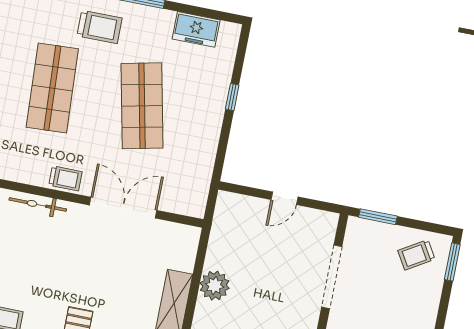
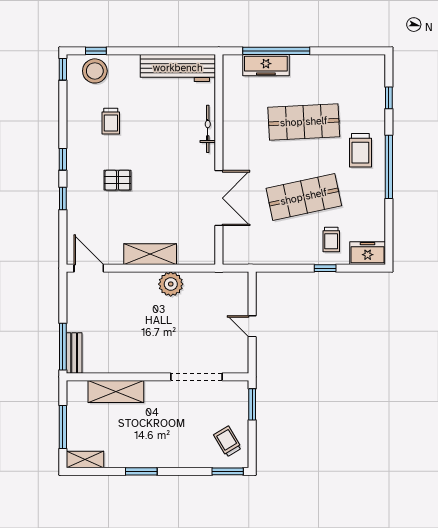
freezer: (196, 29) -> (368, 253), moved, turned 90
trolley: (65, 178) -> (331, 240), moved

